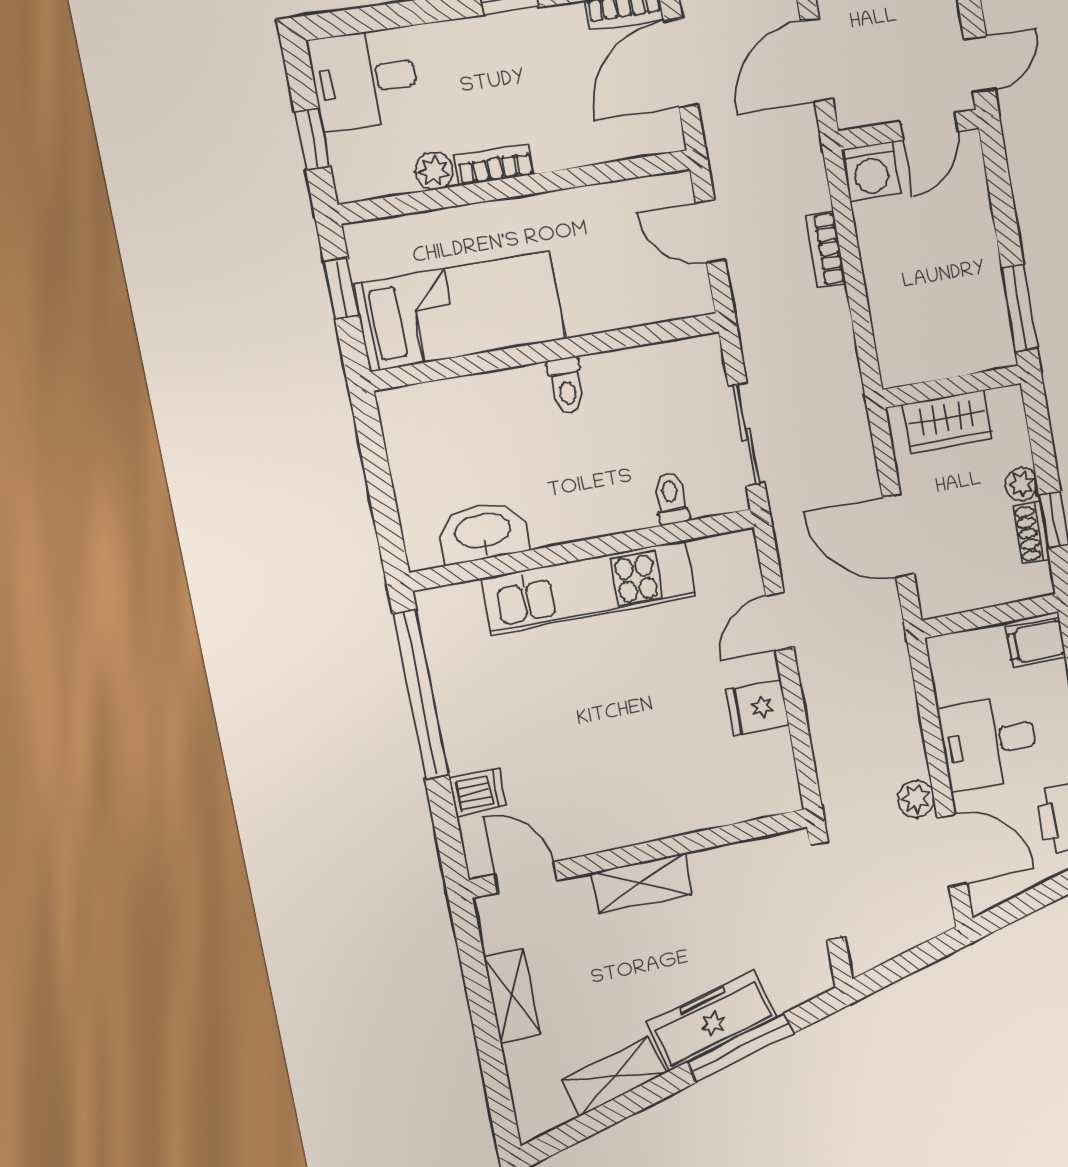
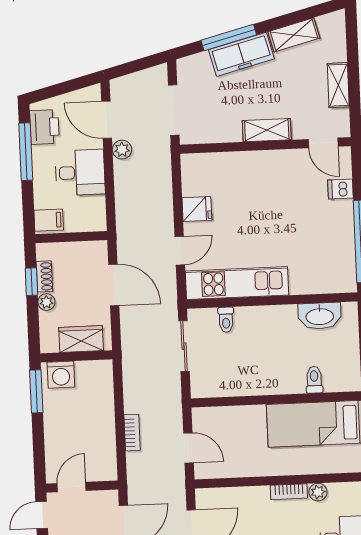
washing machine: (871, 172) -> (61, 375), moved, turned 180
toilet: (567, 386) -> (314, 380), moved
kitchen unit: (589, 587) -> (237, 283), moved

